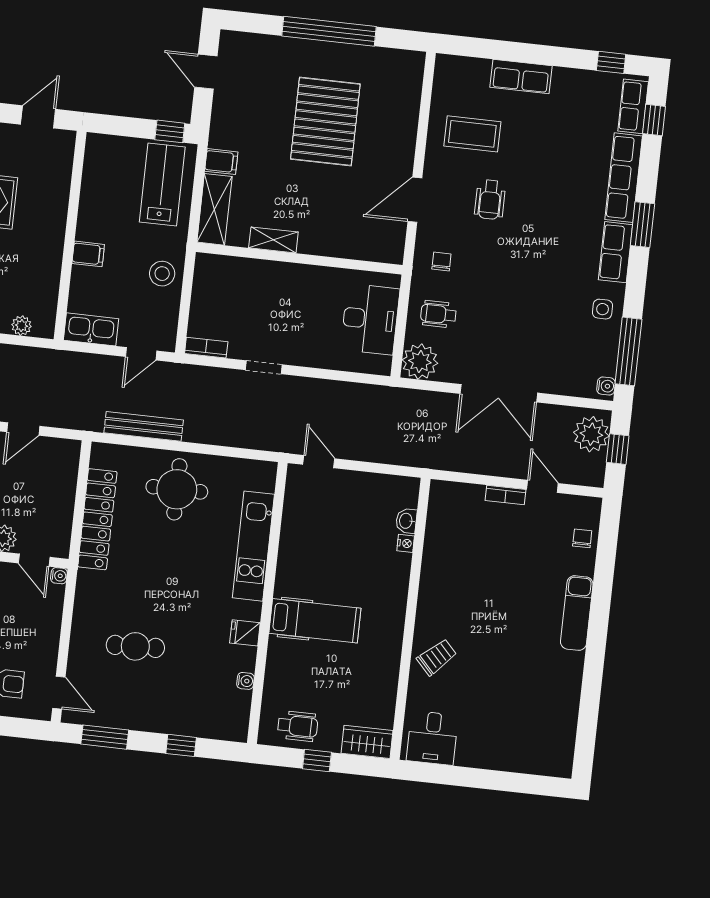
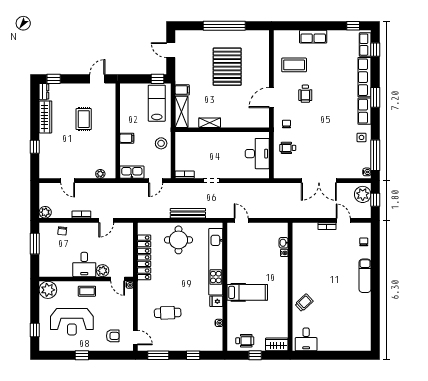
plant: (420, 362) -> (282, 170), removed
bench: (144, 426) -> (188, 213), moved
kitchen unit: (253, 546) -> (216, 262), width x1.36

